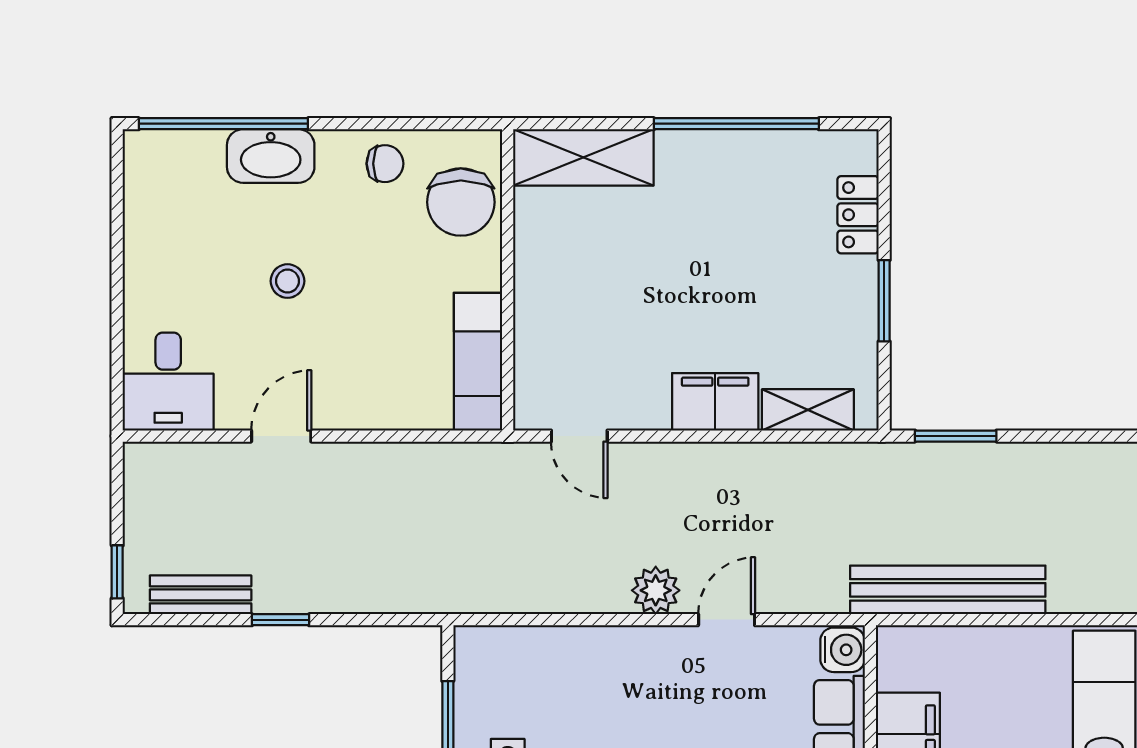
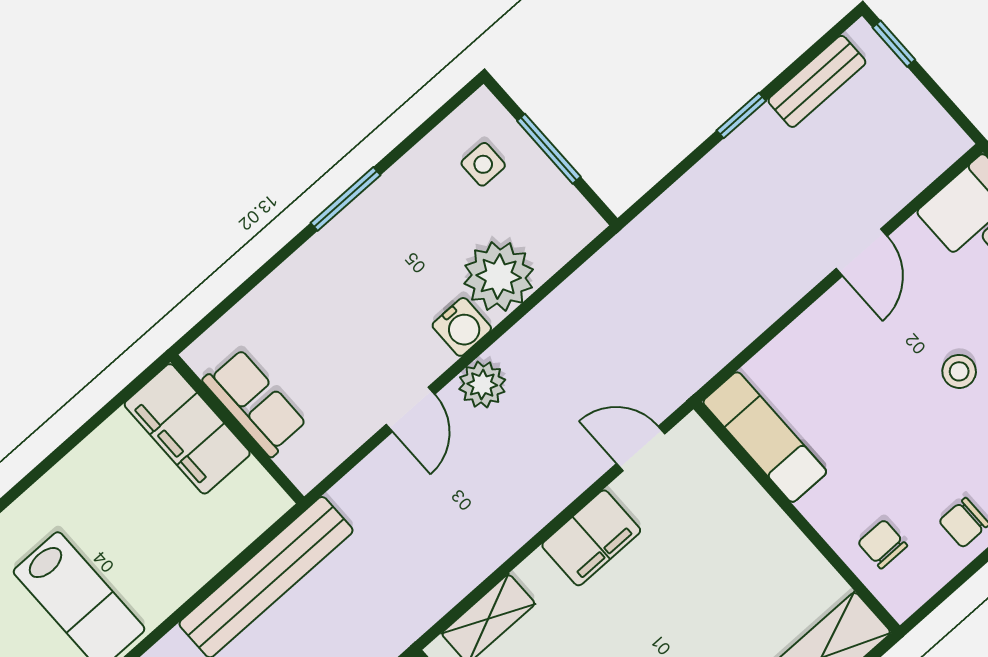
chair: (461, 202) -> (883, 544), width x0.54, depth x0.54
filing cabinet: (715, 402) -> (591, 538), moved
water cooler: (843, 650) -> (462, 327), moved, turned -90
plant: (571, 661) -> (499, 276), added

